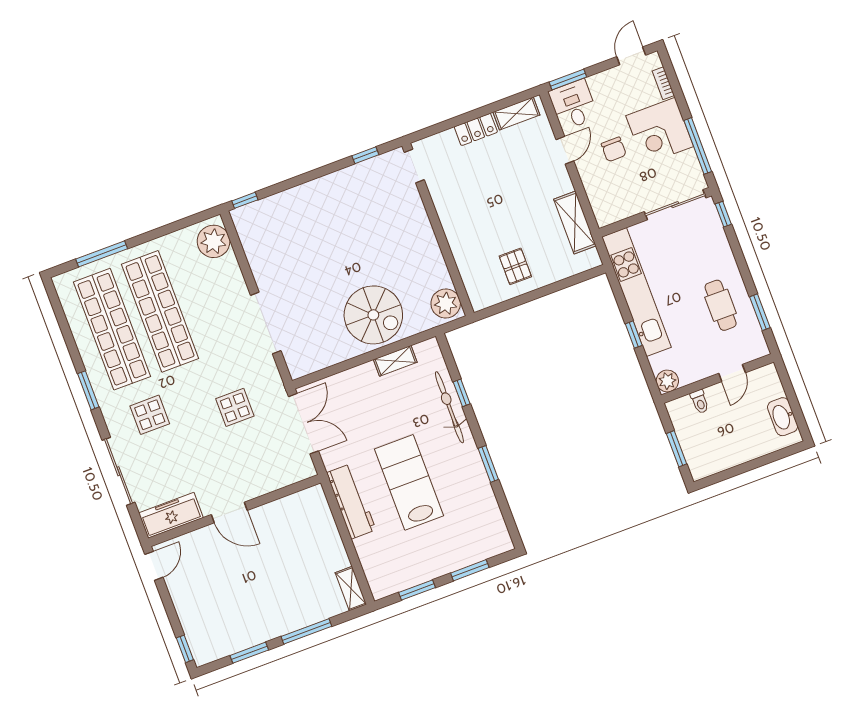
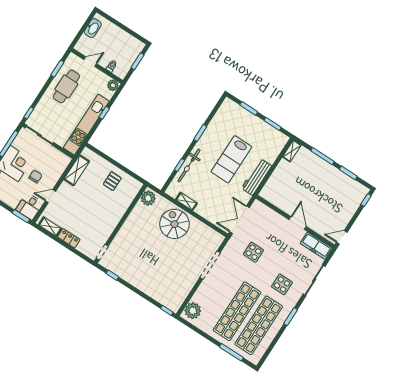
cafe table: (721, 305) -> (66, 87), width x1.37, depth x1.35

